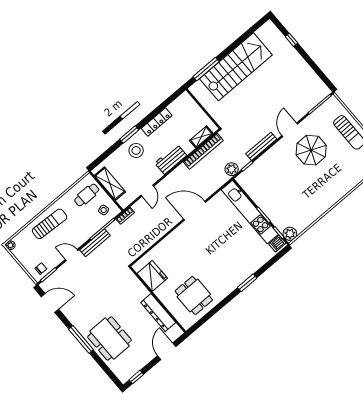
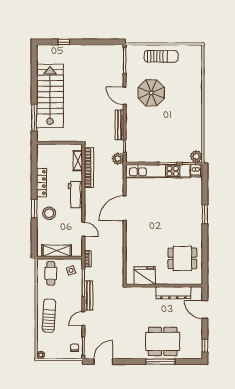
window: (81, 339) -> (160, 362), moved

